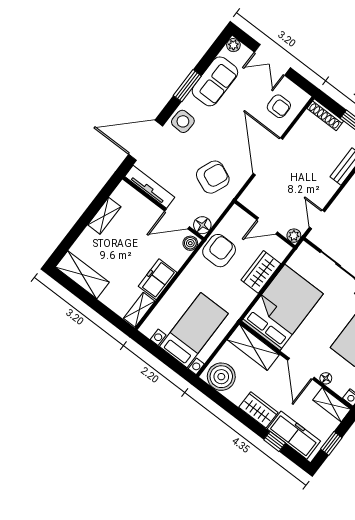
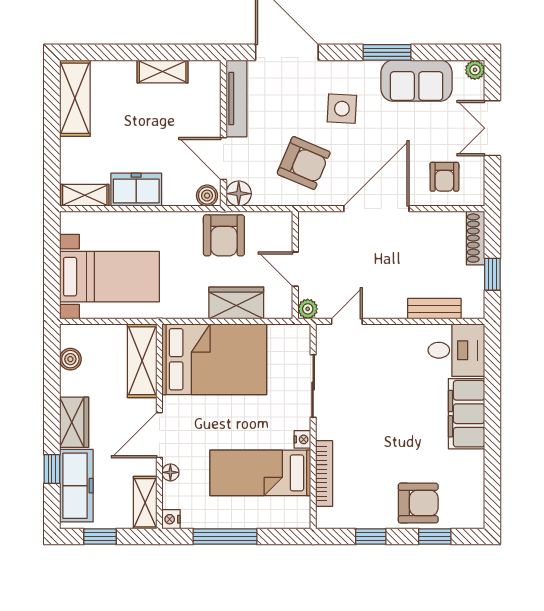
side table: (183, 121) -> (342, 109), moved
armchair: (219, 251) -> (224, 235), turned 90
boiler: (221, 377) -> (70, 359), width x0.54, depth x0.54

